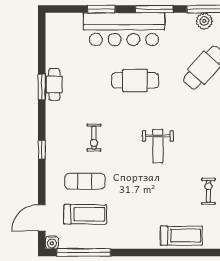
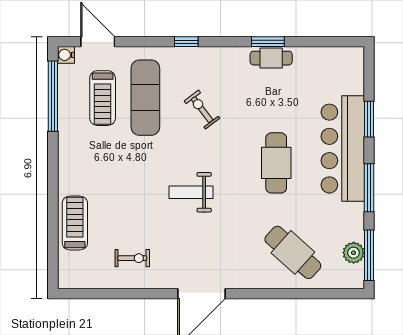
exercise bike: (94, 138) -> (202, 110), turned 53
exercise mat: (85, 181) -> (145, 98), width x1.36, depth x1.45
treadmill: (181, 236) -> (75, 223), turned 180

